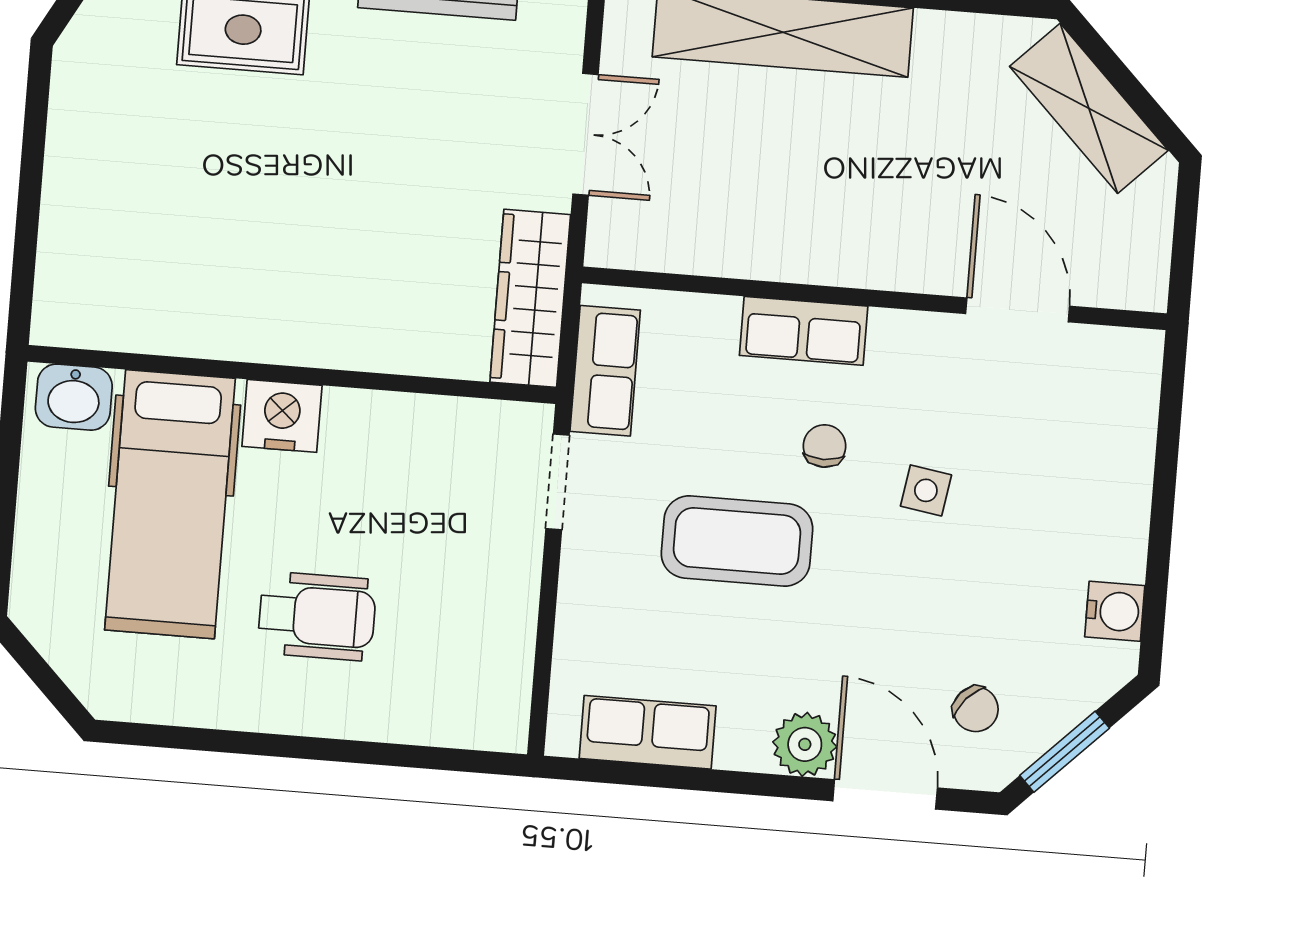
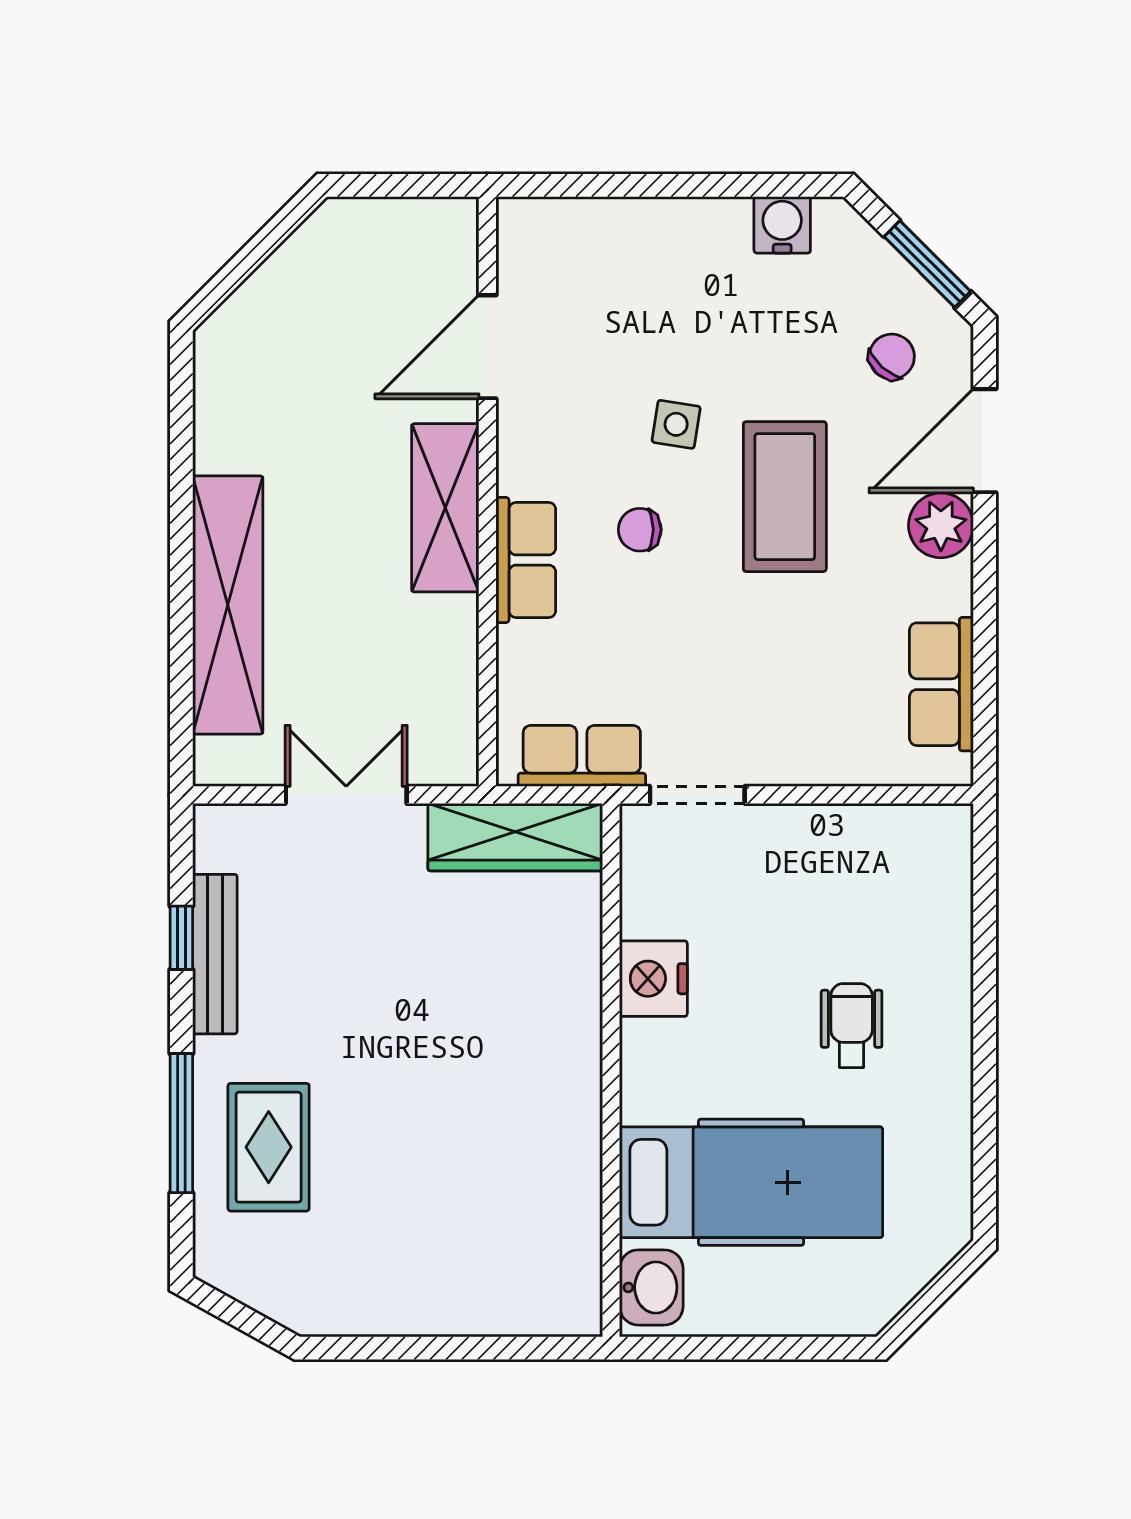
shelving: (1089, 108) -> (445, 508), moved, turned -45
nightstand: (282, 416) -> (653, 979), moved
coffee table: (737, 541) -> (785, 497), moved
wheelchair: (317, 616) -> (852, 1026), width x0.73, depth x0.73

